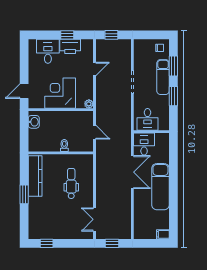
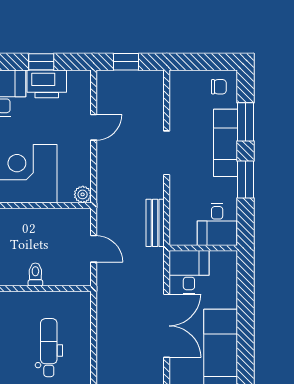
bench: (127, 119) -> (155, 223), added
desk: (148, 119) -> (217, 224), moved

